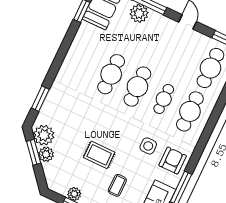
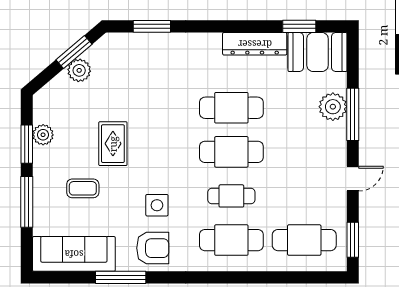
dresser: (80, 42) -> (255, 44), added
plant: (44, 135) -> (104, 55), removed

